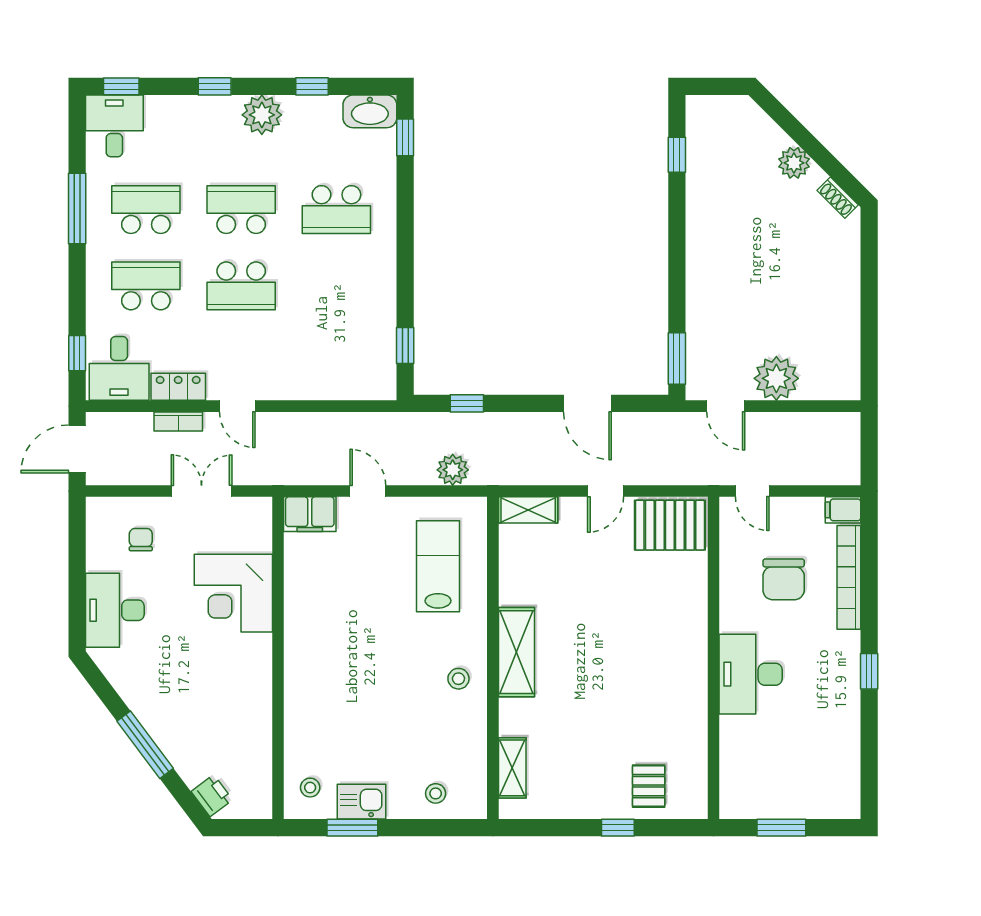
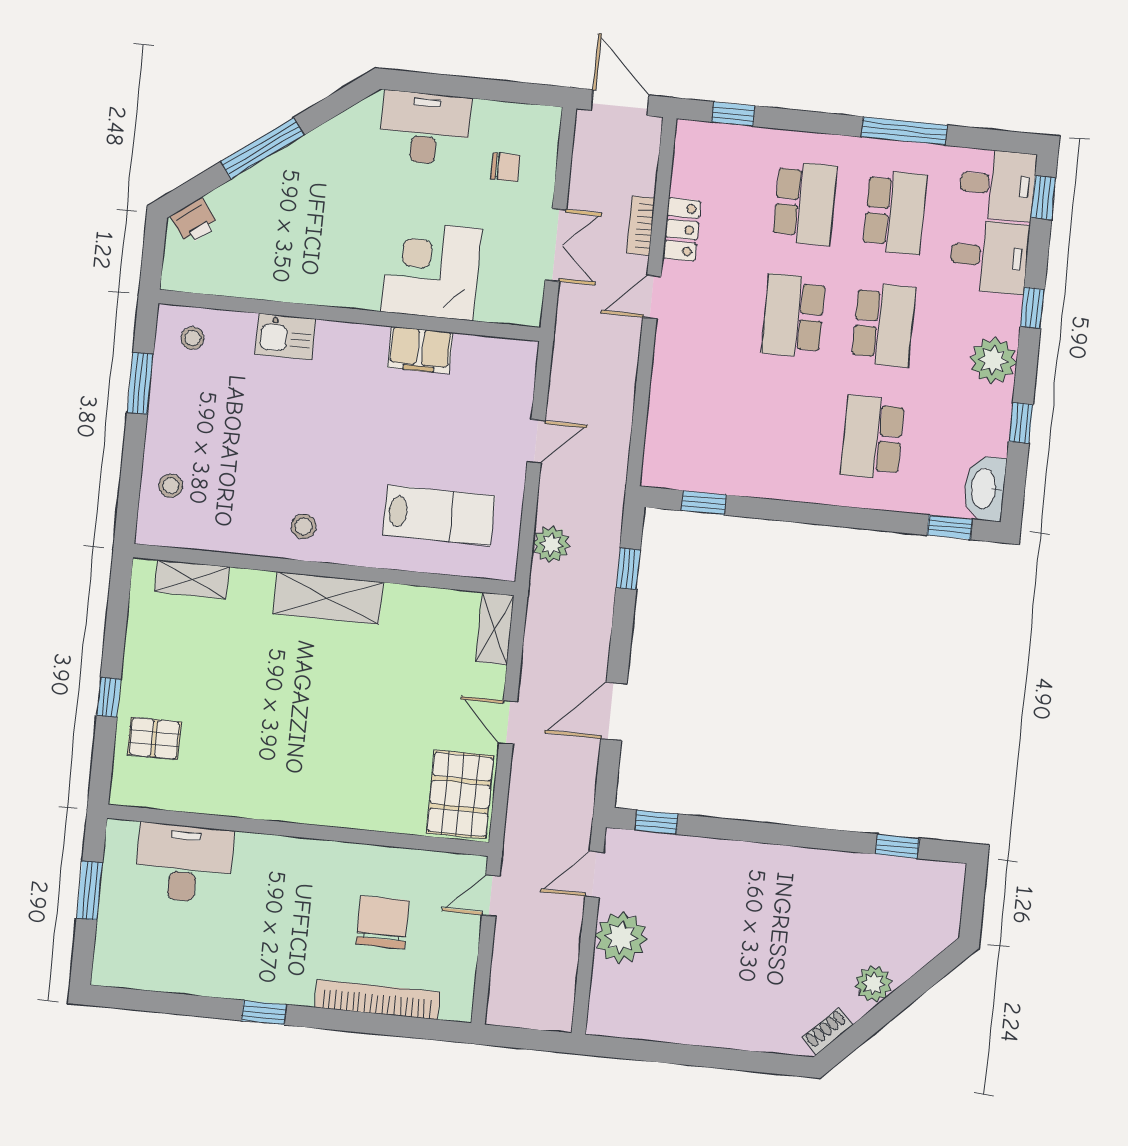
window: (677, 358) -> (656, 822), width x0.67
desk: (119, 368) -> (989, 256), moved, turned 180
filing cabinet: (843, 510) -> (458, 1001), removed
filing cabinet: (310, 514) -> (420, 350), moved, turned -90
chair: (784, 579) -> (383, 922), turned 90
desk: (751, 674) -> (184, 863), moved
kitchen sink: (361, 802) -> (285, 337), moved, turned 90

